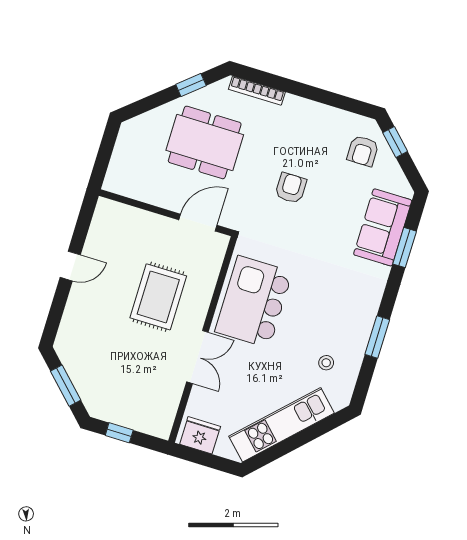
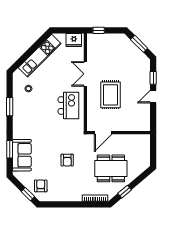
kitchen island: (254, 302) -> (68, 106), width x0.73, depth x0.78
window: (58, 305) -> (153, 78), added
window: (119, 433) -> (99, 30), moved

